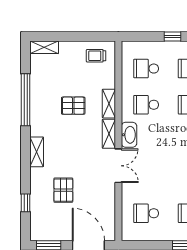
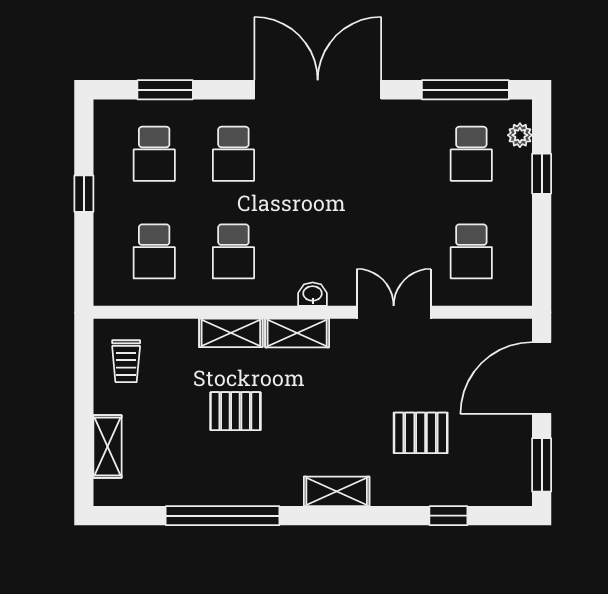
shelving: (44, 47) -> (108, 446), moved
pallet: (73, 106) -> (235, 411), turned 90
washbasin: (129, 135) -> (313, 294), width x0.52, depth x0.69
double door: (118, 166) -> (394, 312), moved

